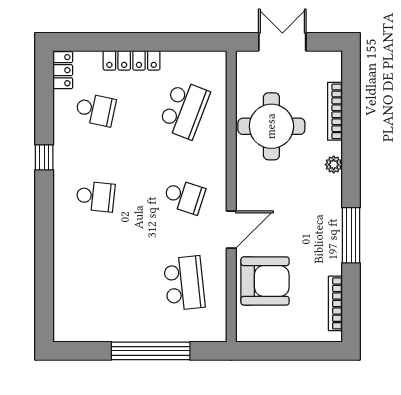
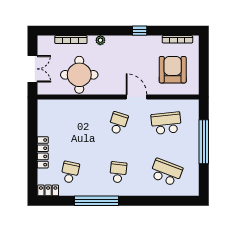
double door: (282, 42) -> (32, 69), swing flipped
school desk: (184, 110) -> (166, 172), moved
window: (44, 157) -> (97, 201), width x3.17
window: (351, 235) -> (140, 31), width x0.46
armchair: (265, 281) -> (173, 70), moved

